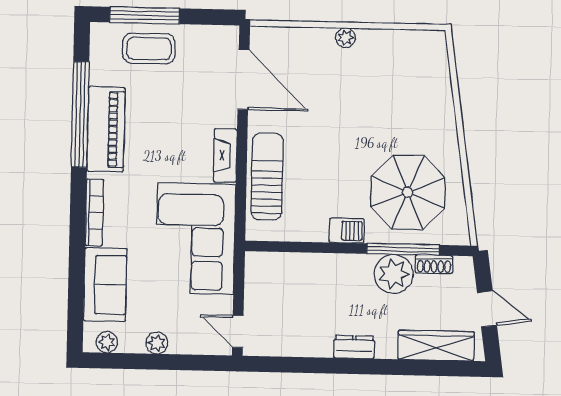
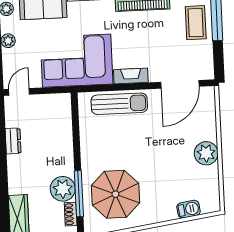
plant: (345, 38) -> (206, 153), width x1.87, depth x1.87
barbecue: (347, 231) -> (189, 209), moved, turned -98
dresser: (354, 347) -> (13, 141), moved

